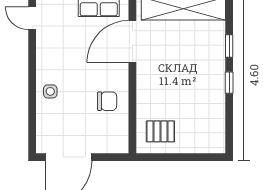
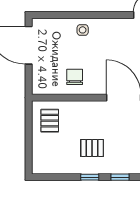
pallet: (194, 80) -> (92, 148), added
chair: (107, 101) -> (75, 77), turned 180

